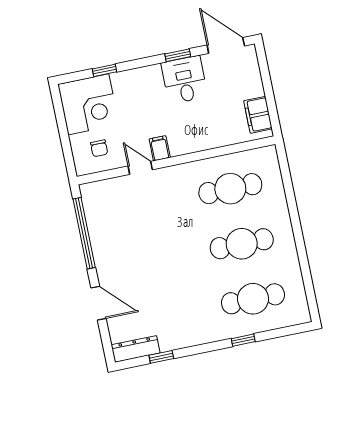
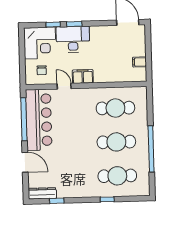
window: (178, 55) -> (74, 24), moved
desk: (184, 80) -> (73, 39), moved, width x1.37
filing cabinet: (258, 115) -> (139, 62), width x0.50
filing cabinet: (160, 148) -> (83, 76), width x2.00
bar counter: (109, 230) -> (39, 120), added
window: (300, 245) -> (151, 149), added

